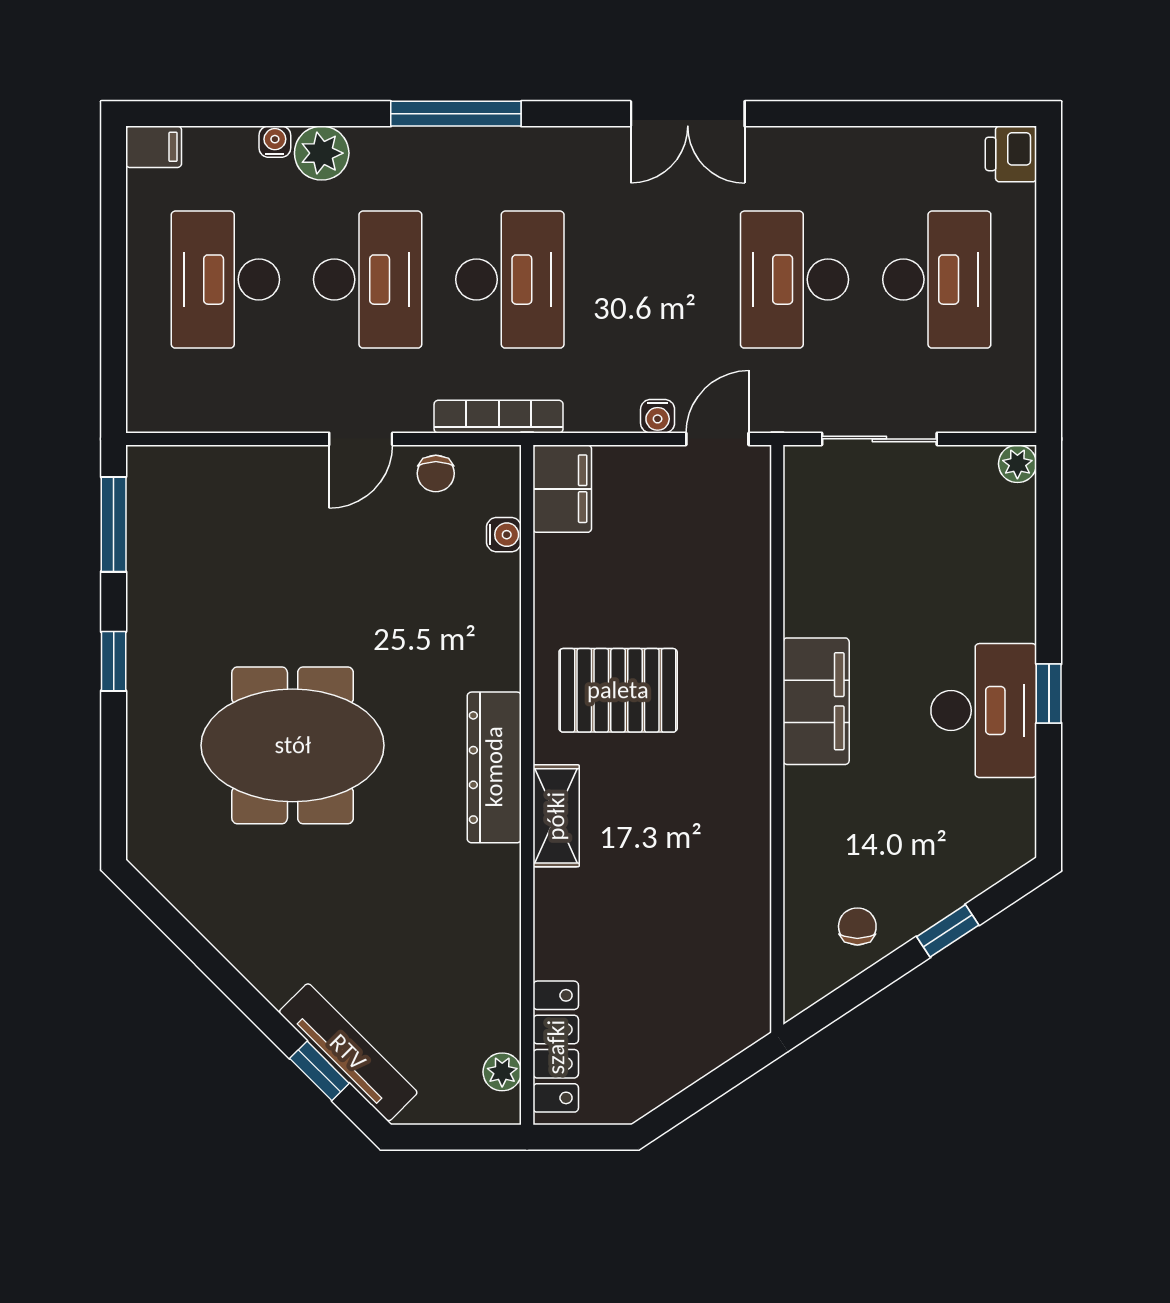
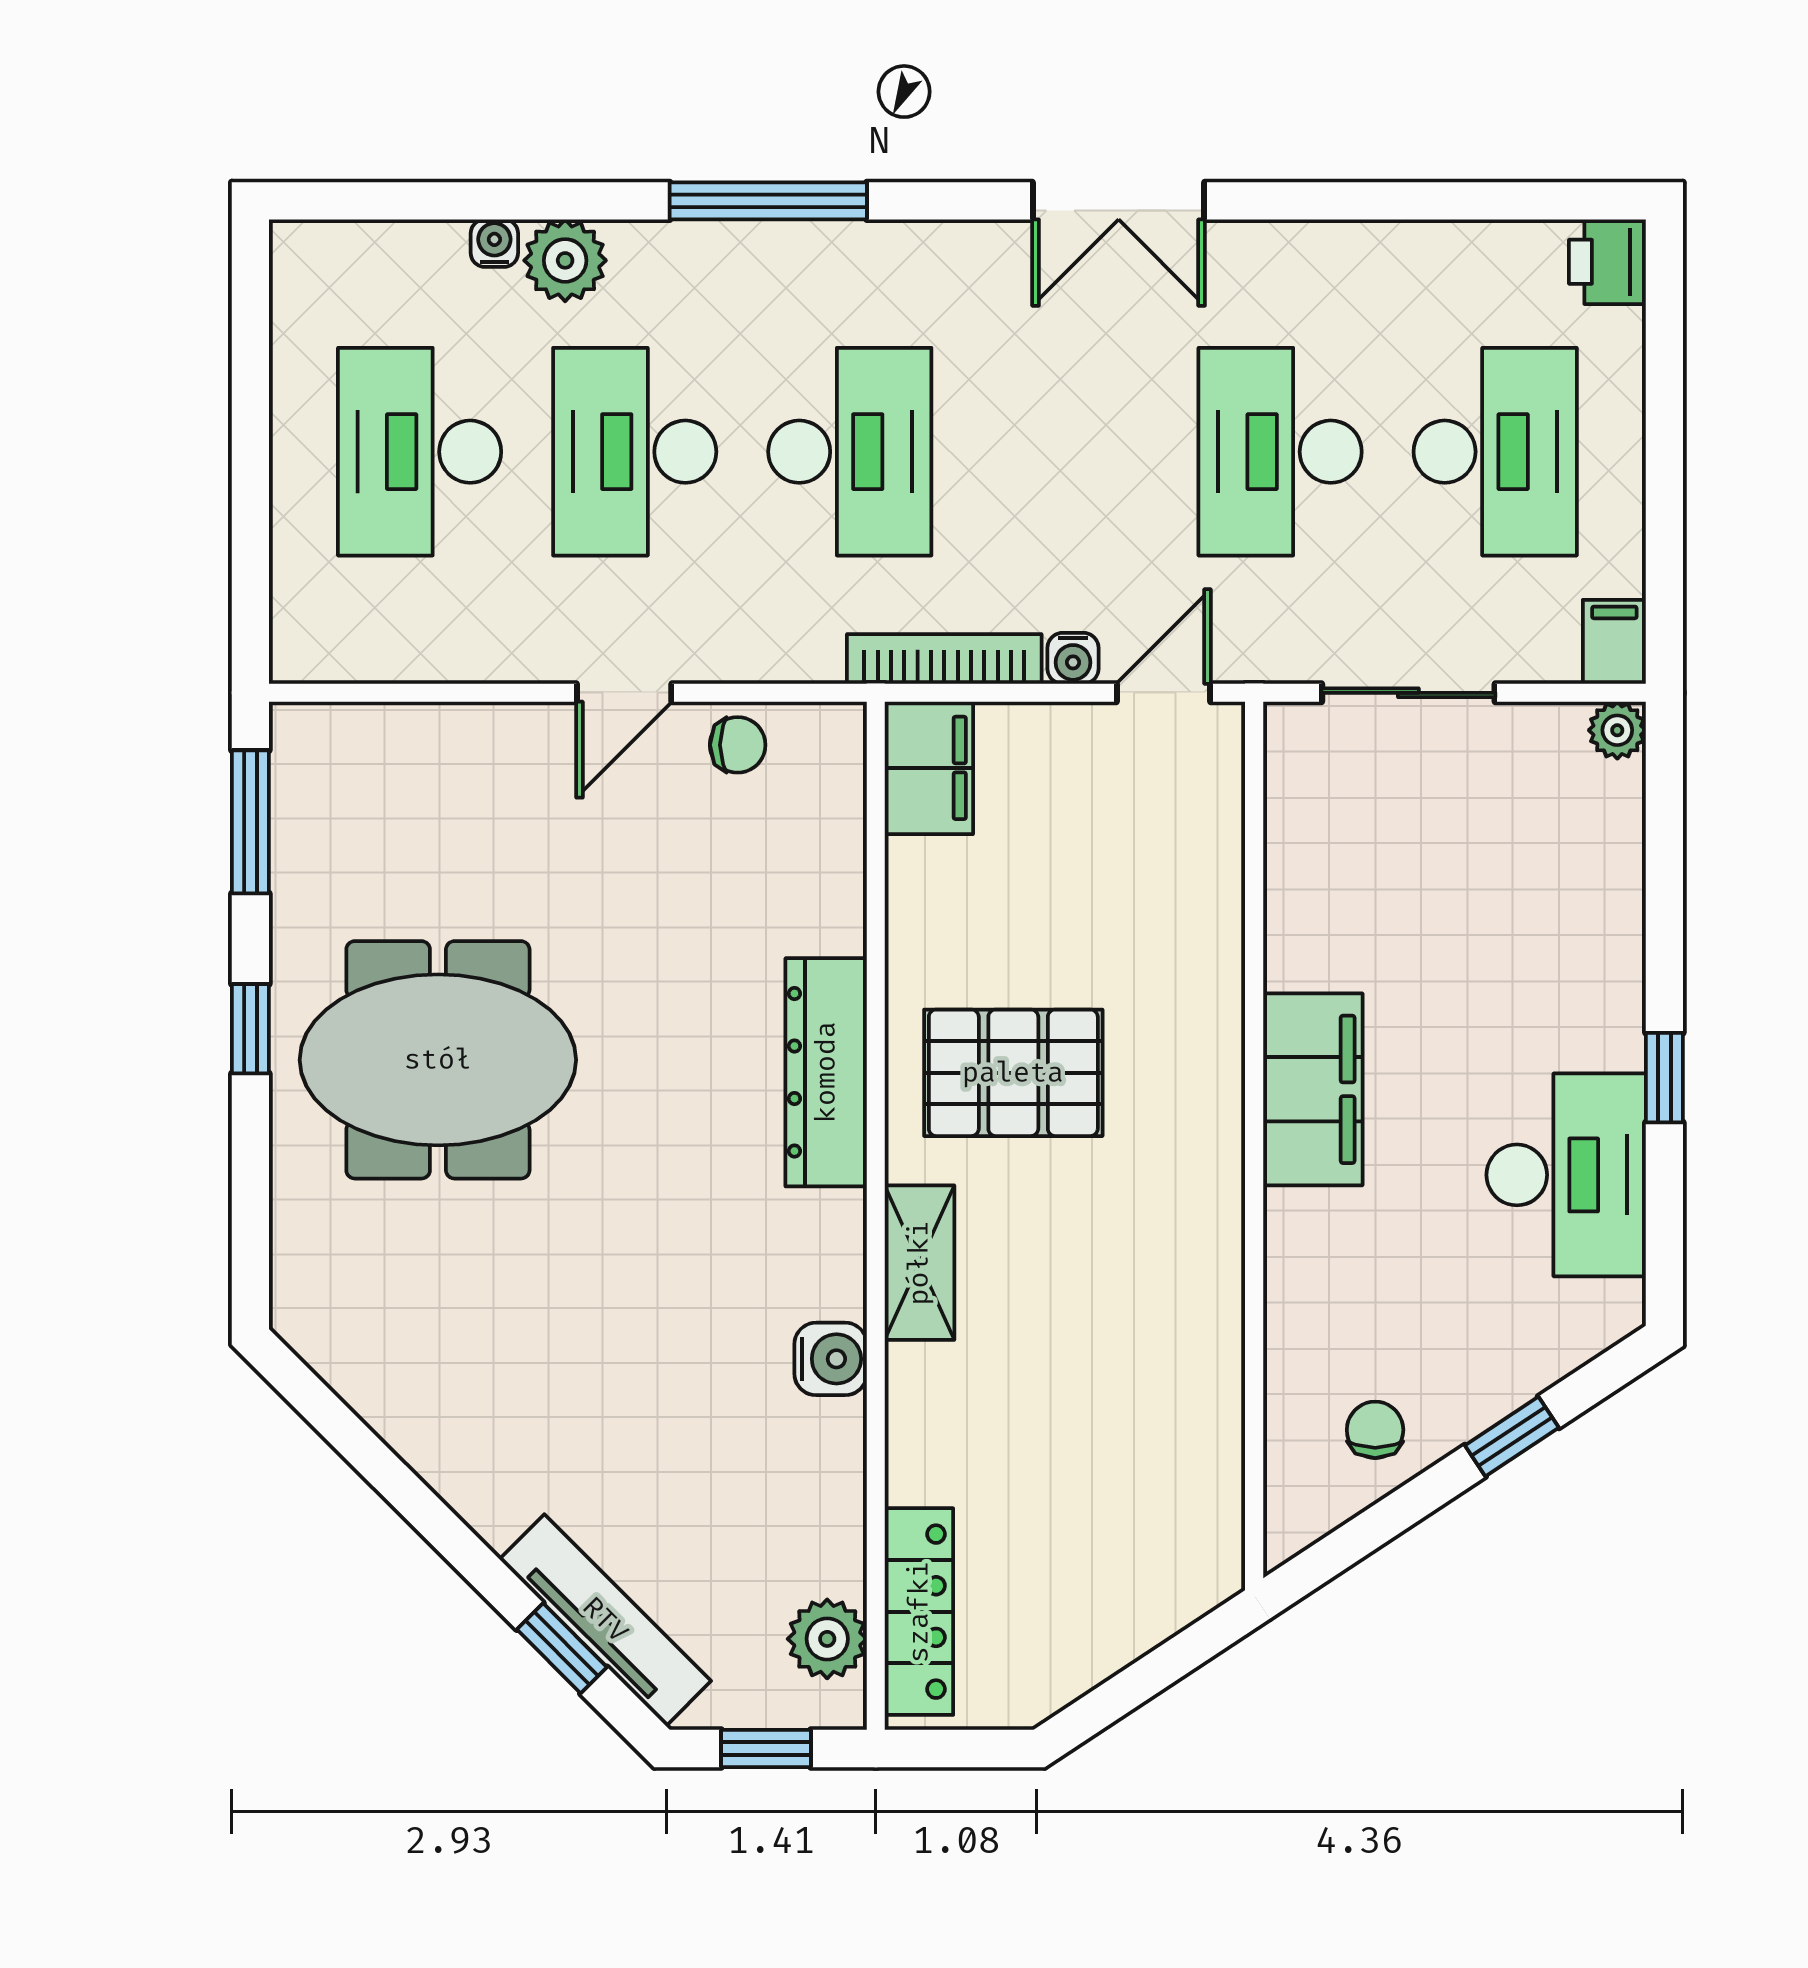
filing cabinet: (154, 147) -> (1614, 642), moved, turned -90
desk: (368, 280) -> (635, 452), turned 180
bookcase: (499, 417) -> (944, 659), moved
chair: (436, 473) -> (738, 745), turned -90
water cooler: (504, 535) -> (831, 1359), moved, width x1.38, depth x1.38
desk: (984, 711) -> (1566, 1175), moved
meeting table: (293, 745) -> (438, 1060), moved
dresser: (494, 767) -> (826, 1072), moved
plant: (502, 1072) -> (827, 1639), width x1.38, depth x1.38
window: (455, 1137) -> (766, 1748), added

